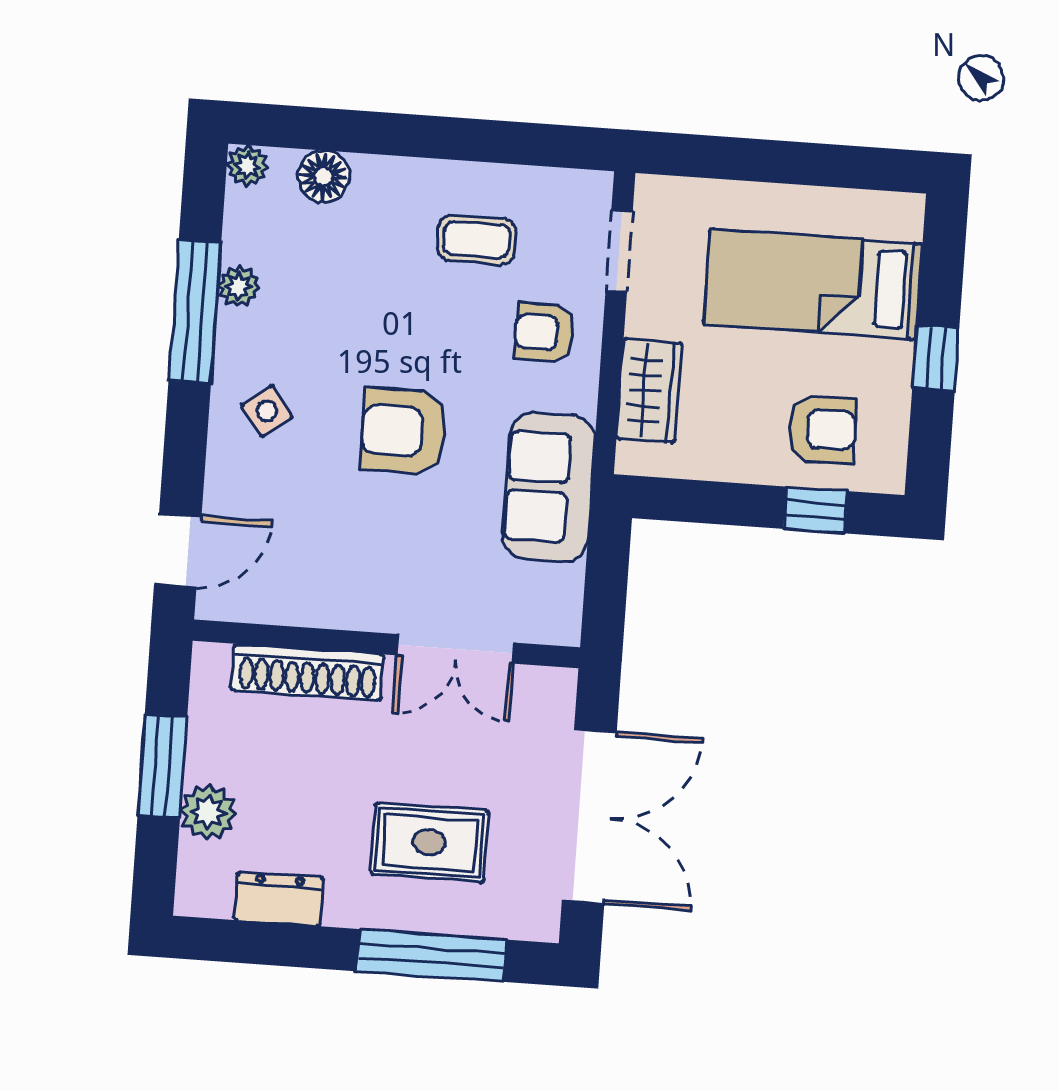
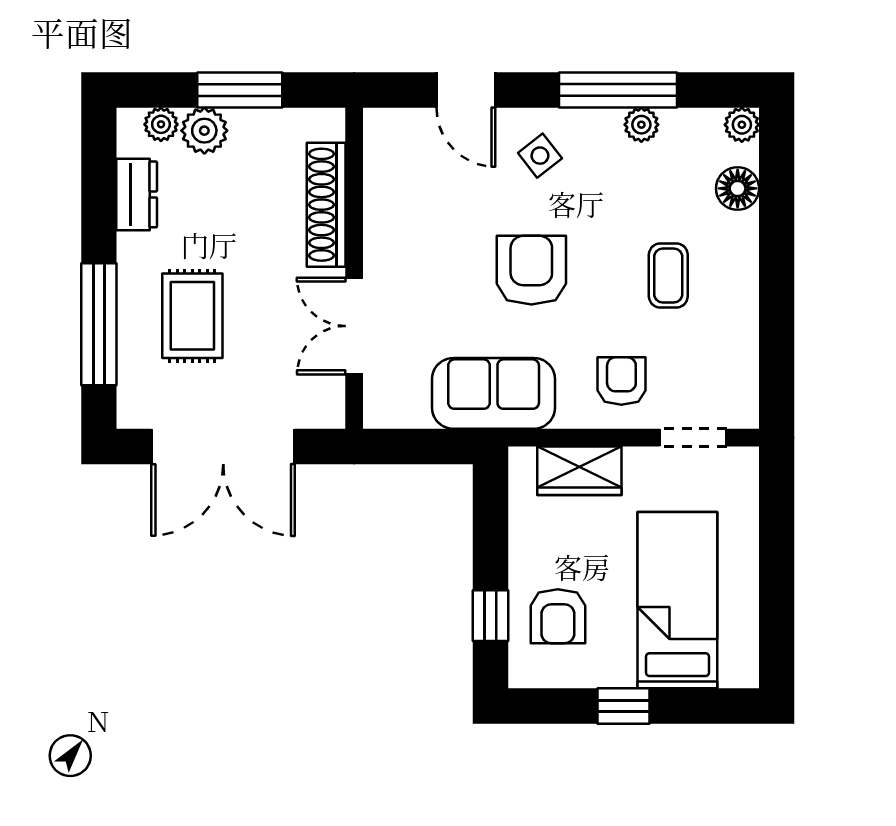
coffee table: (477, 240) -> (668, 276), moved
door: (178, 550) -> (466, 90), moved
plant: (197, 864) -> (161, 124), added

